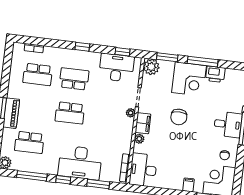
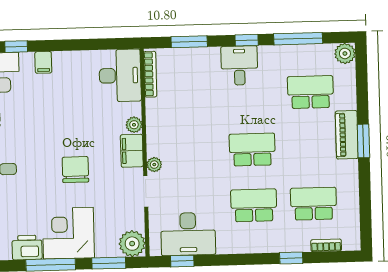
window: (82, 47) -> (291, 258), moved
school desk: (74, 79) -> (254, 205), turned 180
desk: (80, 163) -> (239, 66), width x0.53, depth x0.77

